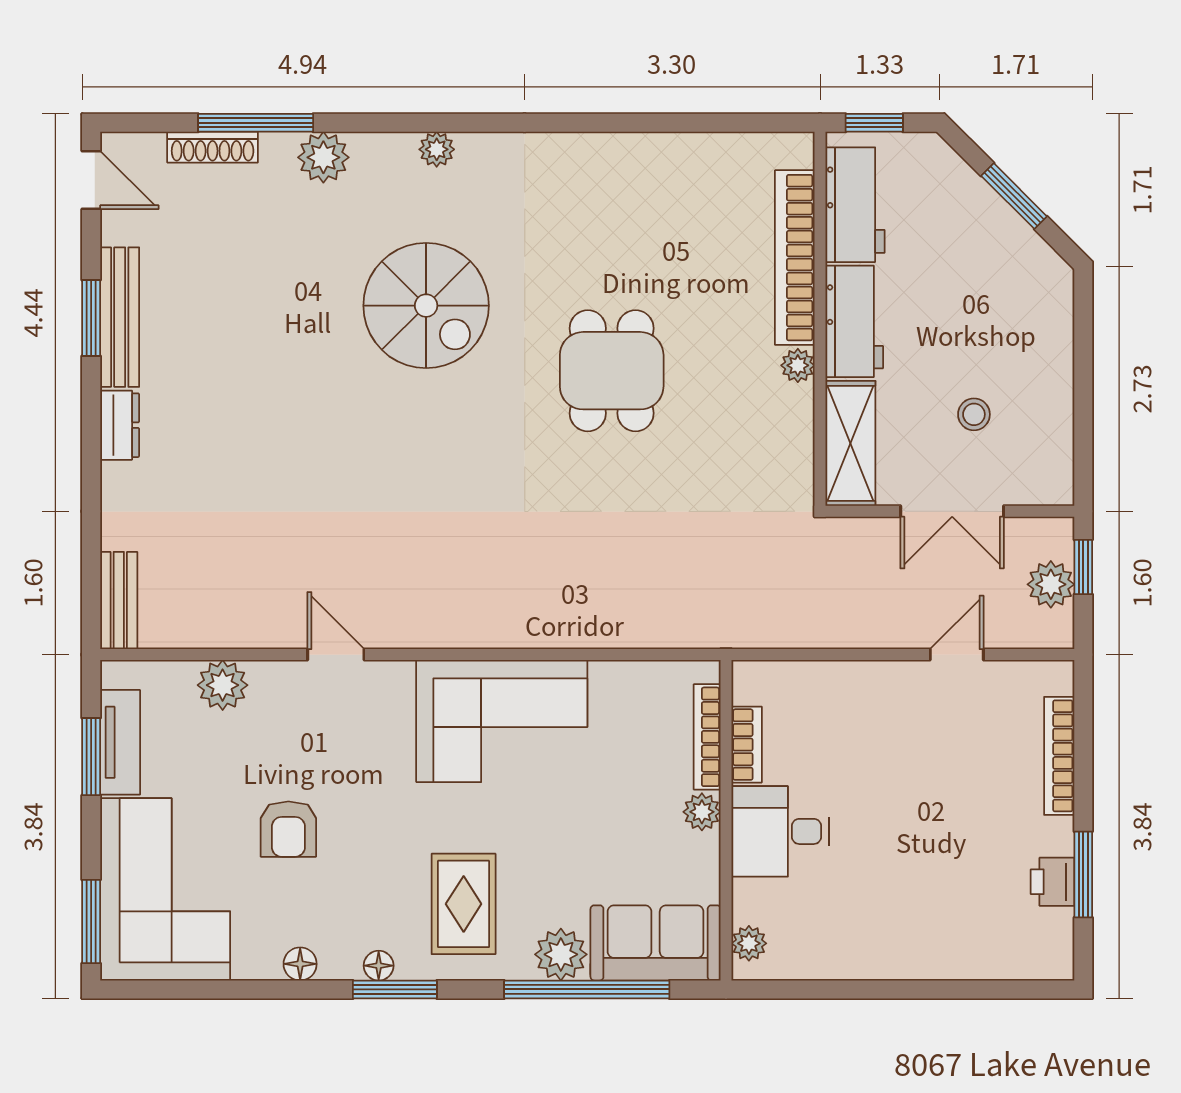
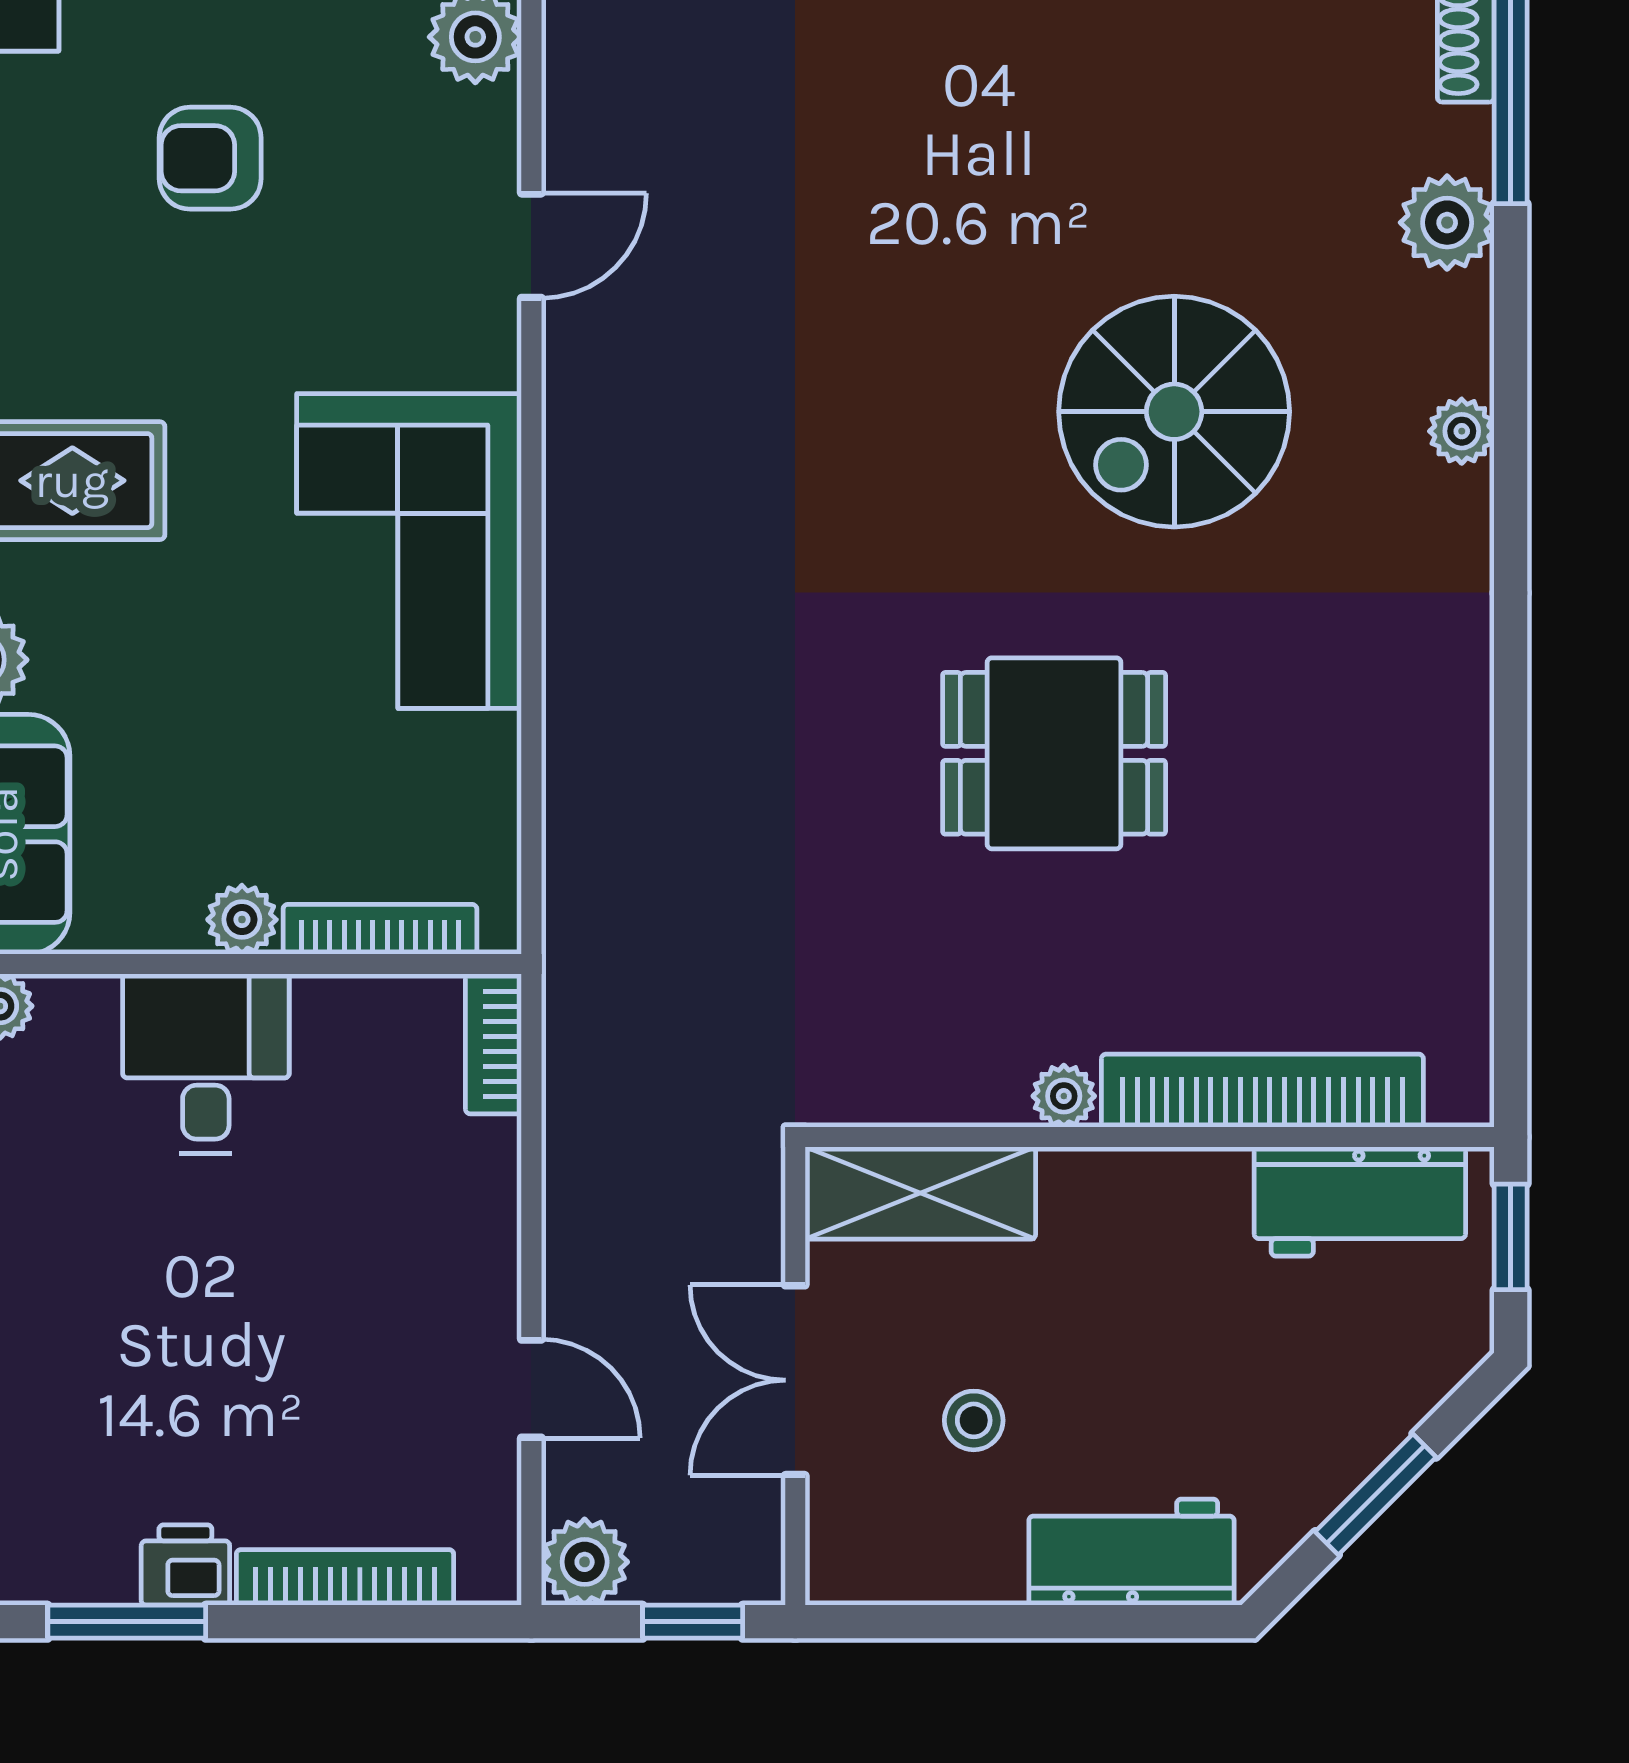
workbench: (854, 321) -> (1131, 1552), moved, turned 180
plant: (1051, 584) -> (585, 1562), moved
bookcase: (747, 745) -> (493, 1044), moved, turned 90
printer: (1052, 882) -> (185, 1565), moved

